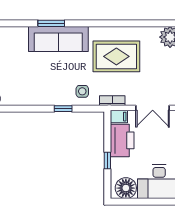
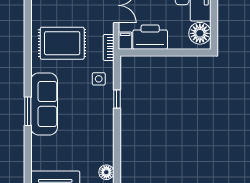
rug: (116, 56) -> (62, 43), turned 90
window: (107, 160) -> (171, 53), removed

